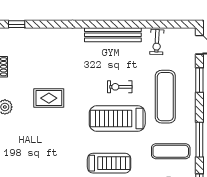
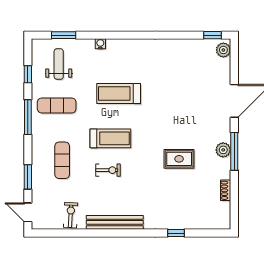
window: (17, 24) -> (176, 233), moved
exercise mat: (165, 97) -> (62, 160), width x0.73, depth x0.69
treadmill: (117, 118) -> (110, 138), width x0.73, depth x0.73

